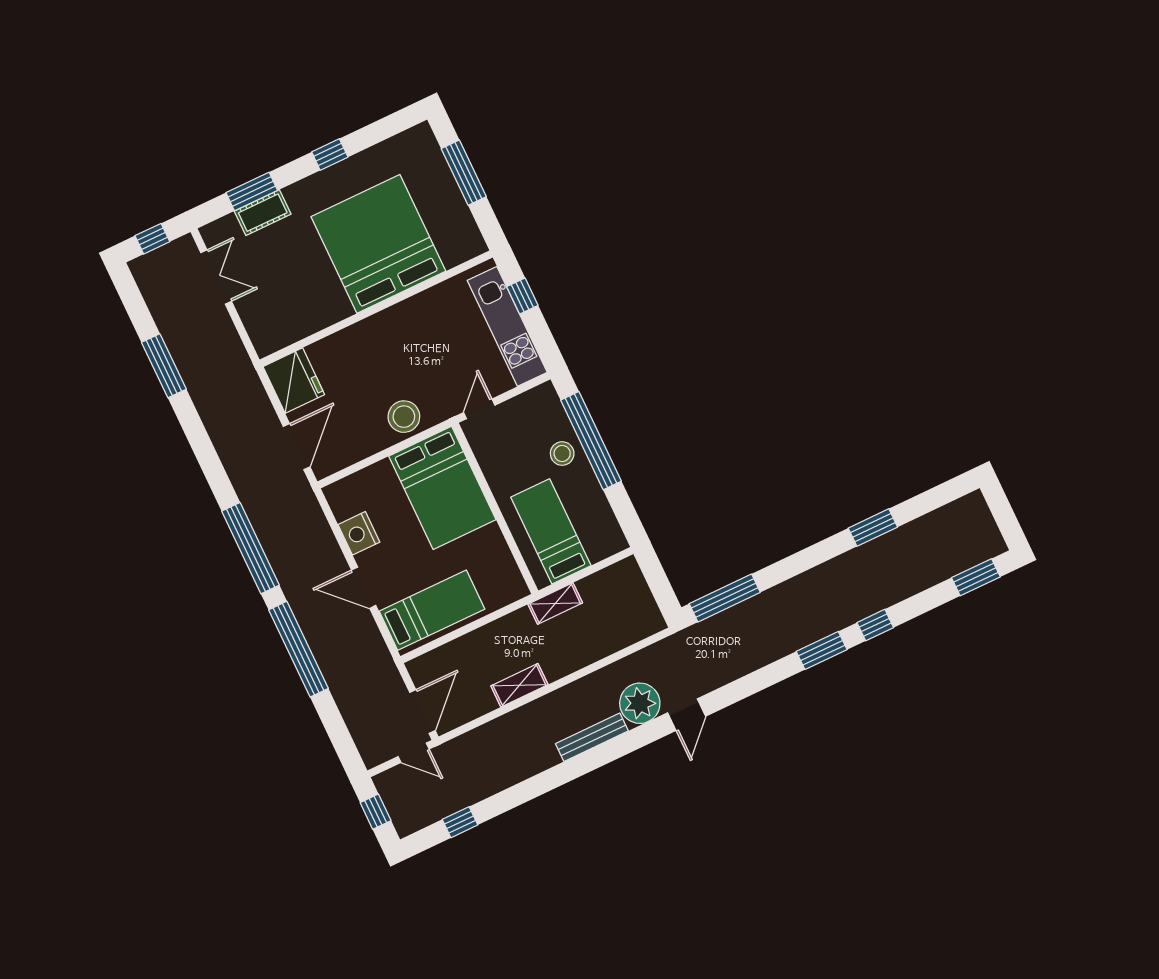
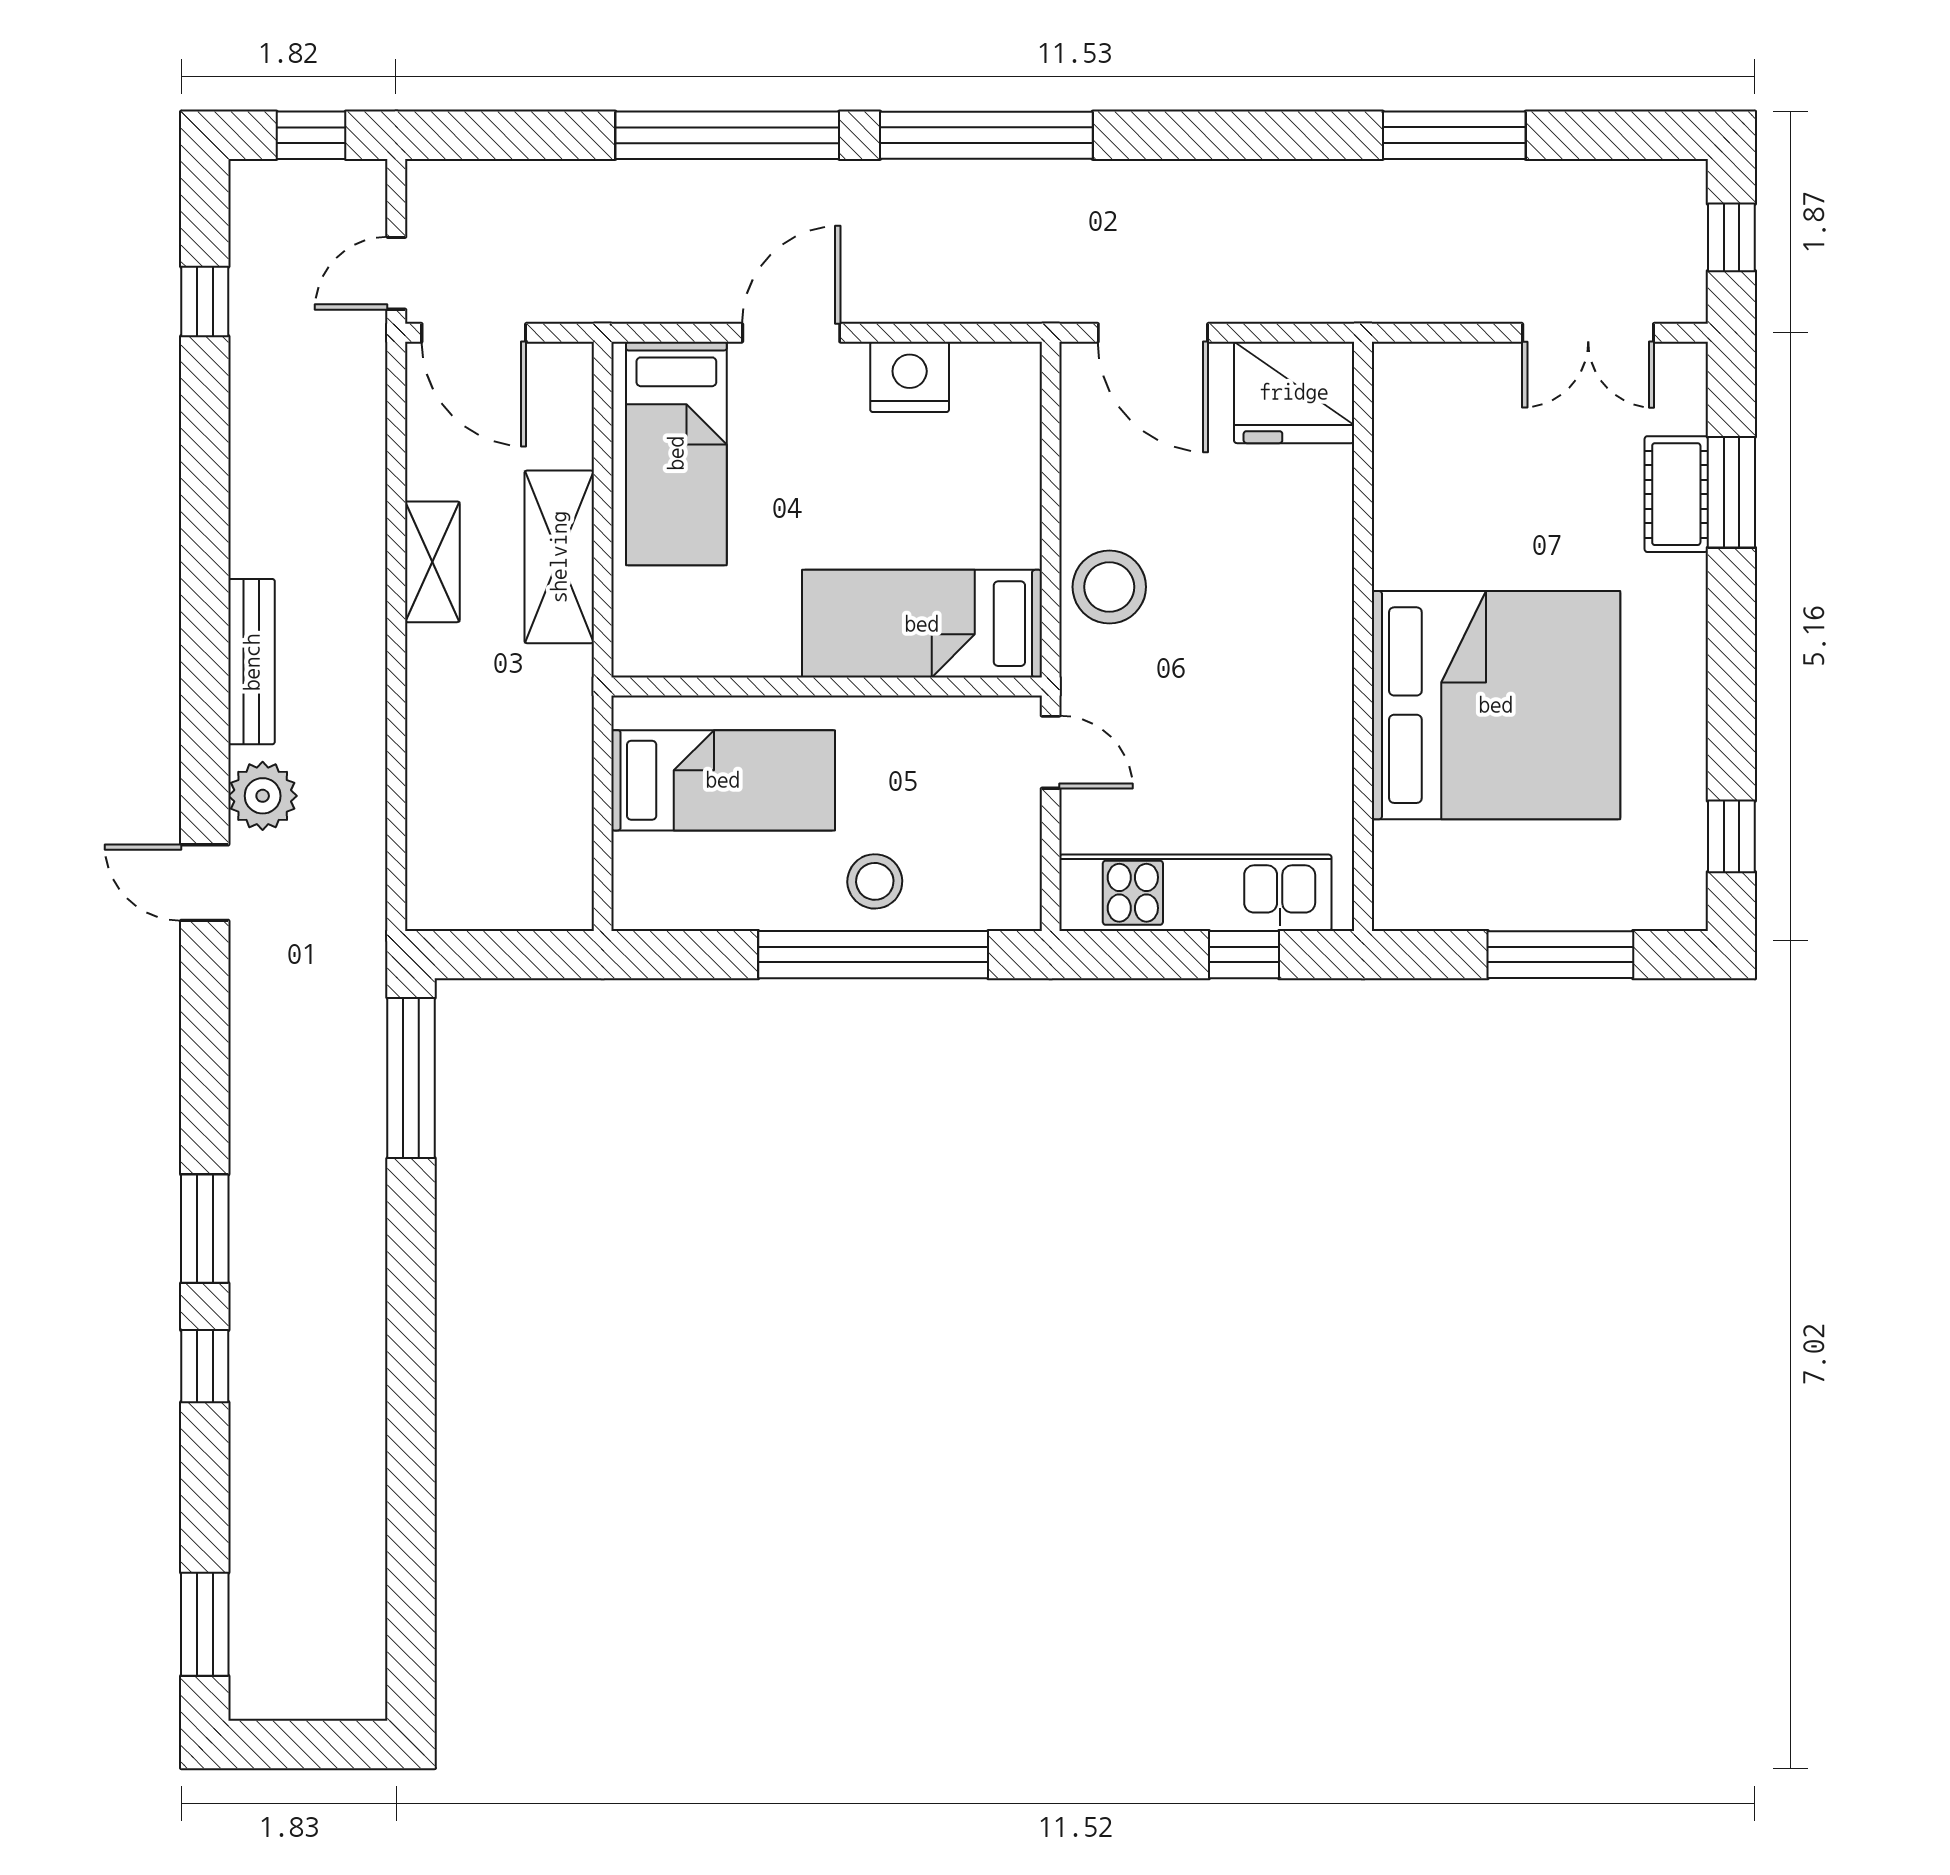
window: (330, 154) -> (1731, 836), moved
bed: (442, 488) -> (922, 624), width x0.67
window: (873, 528) -> (411, 1458), removed
shelving: (555, 603) -> (559, 557), moved, width x1.50, depth x1.33
plant: (640, 703) -> (263, 796), width x0.73, depth x0.73

